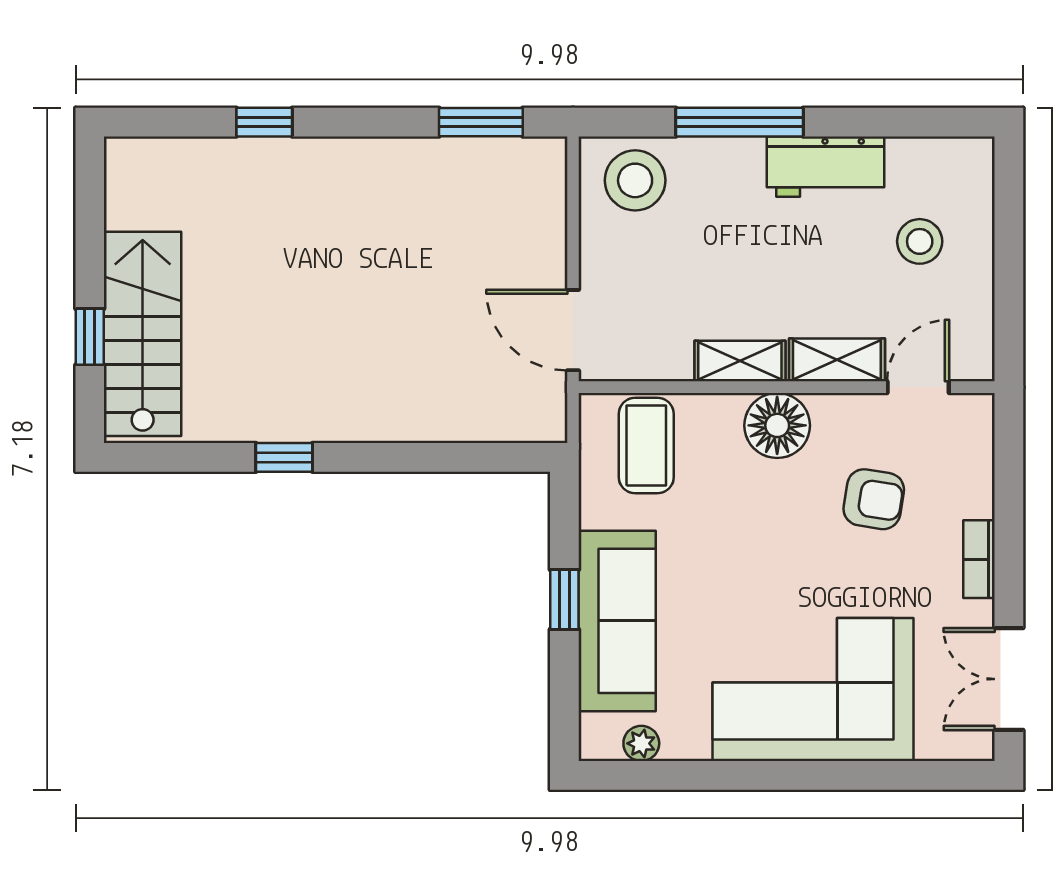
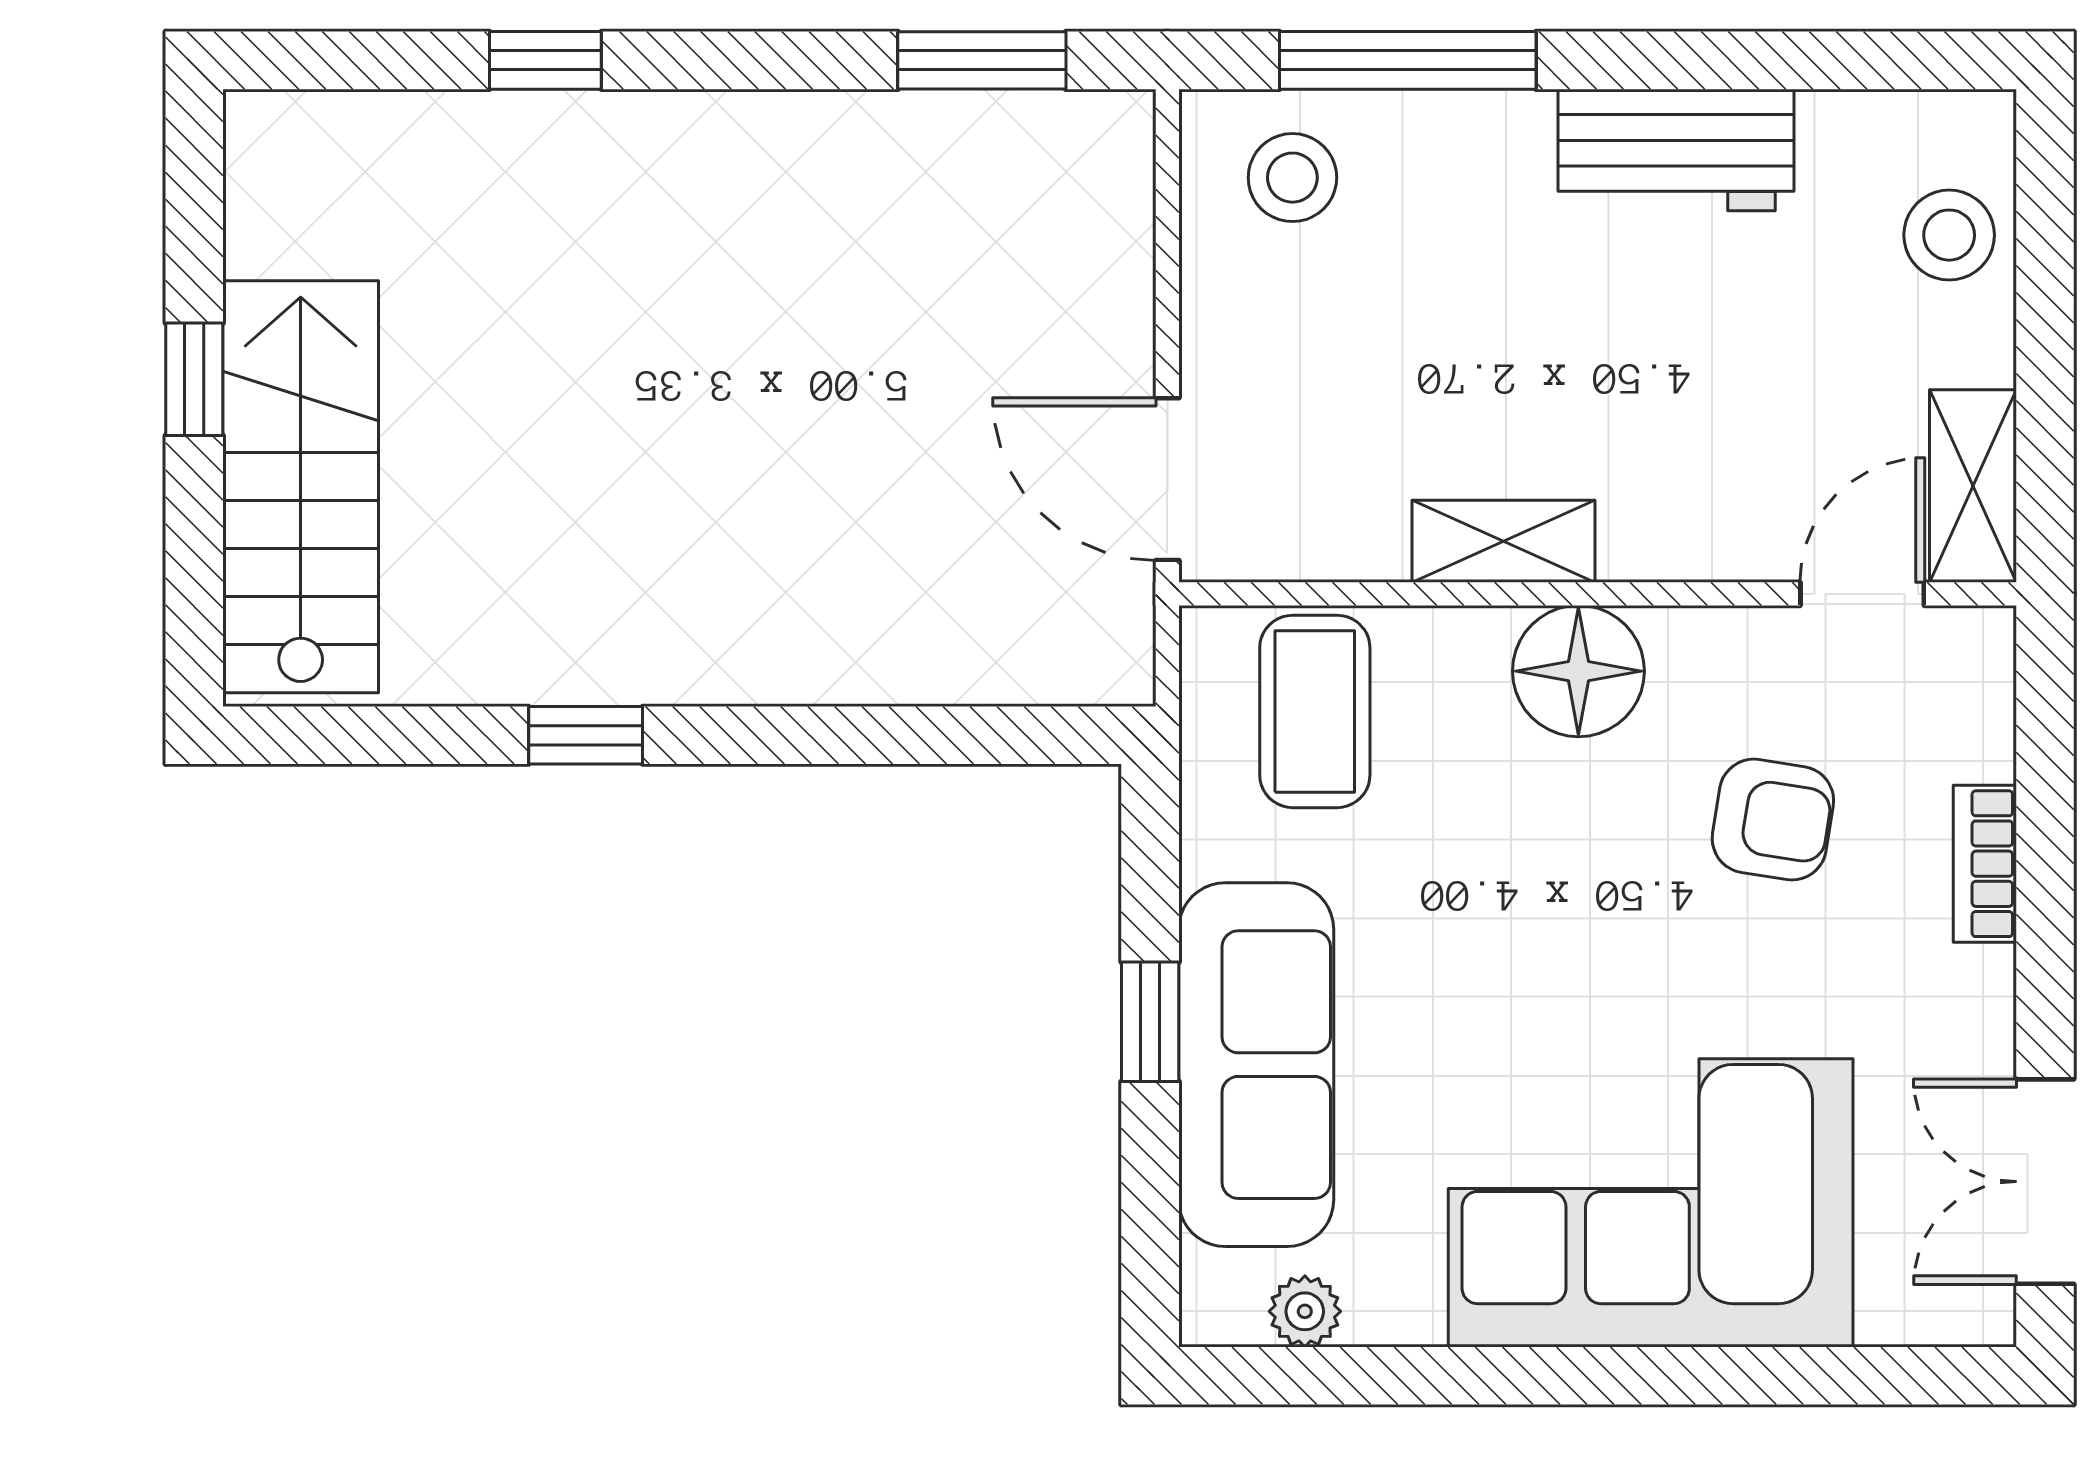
window: (739, 122) -> (1408, 60), moved
stool: (635, 180) -> (1292, 178), width x0.73, depth x0.73
stool: (920, 241) -> (1949, 235), moved
window: (90, 337) -> (194, 379), moved
shelving: (837, 360) -> (1973, 486), moved, turned 90
bookcase: (979, 559) -> (1985, 864), moved

